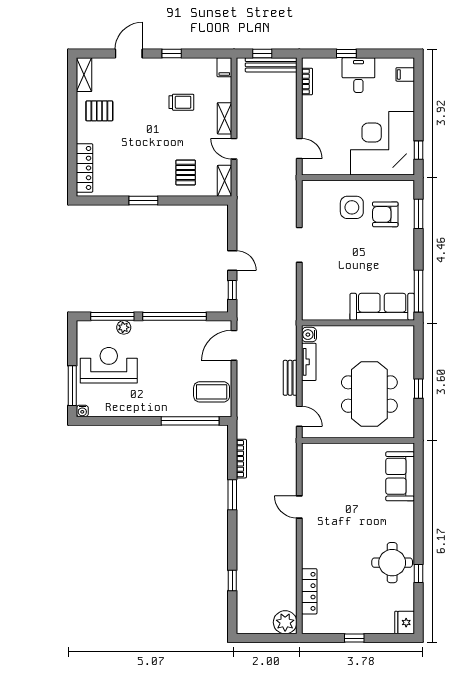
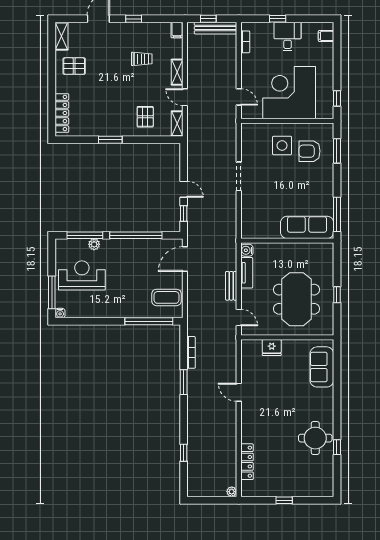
corner desk: (383, 143) -> (289, 93), moved
plant: (285, 622) -> (232, 492), width x0.53, depth x0.53
fridge: (405, 623) -> (272, 348), moved, turned -90

